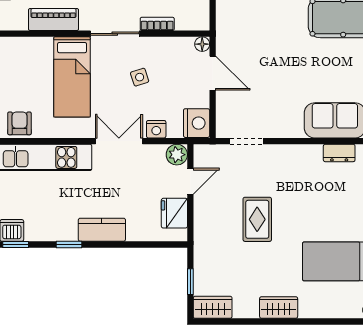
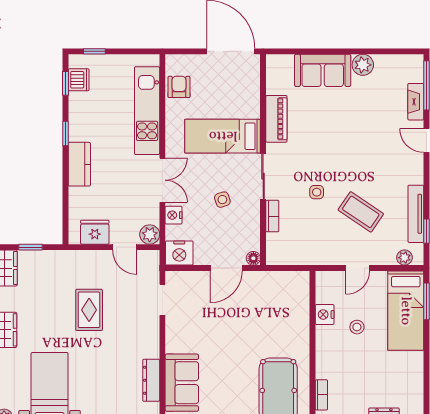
armchair: (19, 123) -> (179, 87), turned -90
dresser: (339, 153) -> (151, 380), width x1.44
rug: (257, 219) -> (89, 310), turned 90

